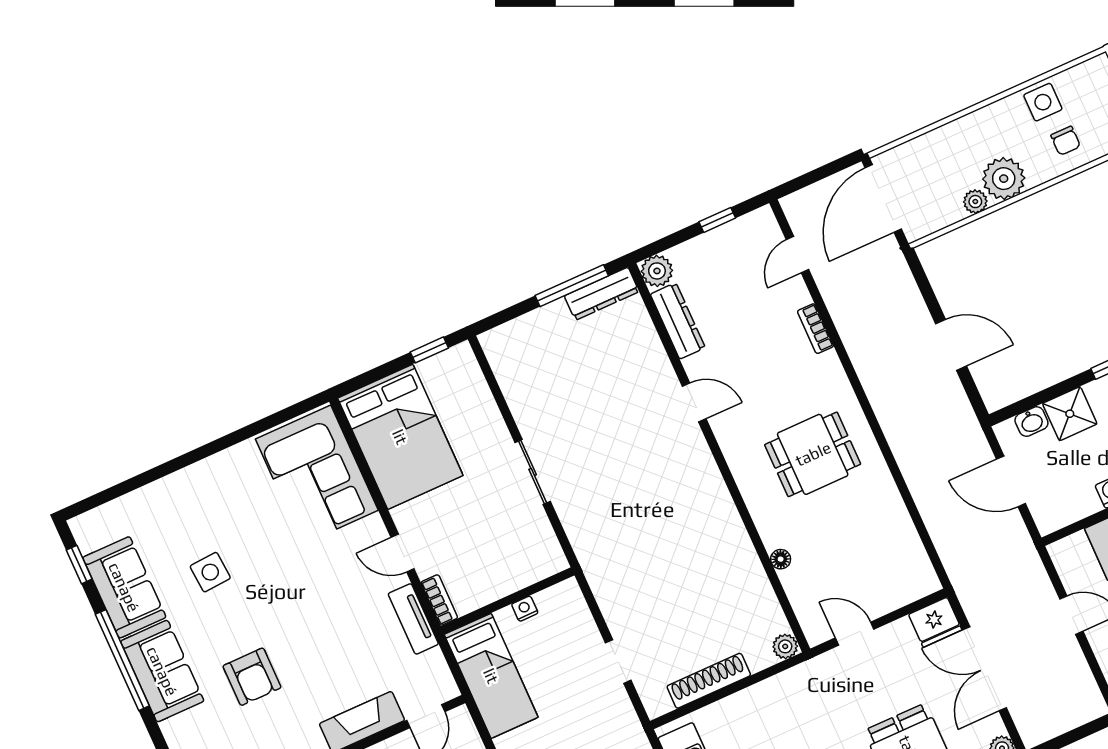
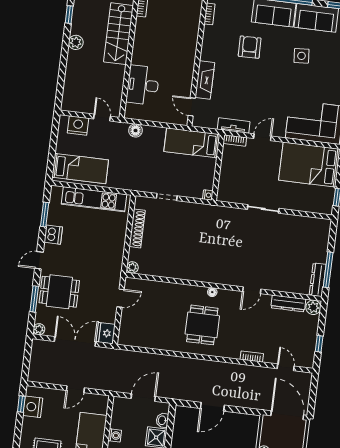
floor lamp: (781, 559) -> (212, 292), moved
nightstand: (525, 609) -> (208, 195), moved
armchair: (252, 677) -> (250, 47), turned 89

